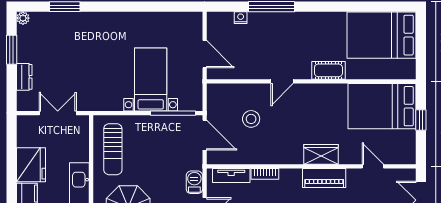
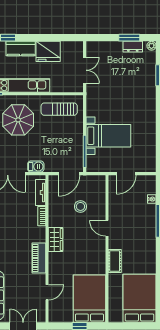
dresser: (24, 77) -> (133, 47), moved
wardrobe: (321, 154) -> (55, 239), moved

